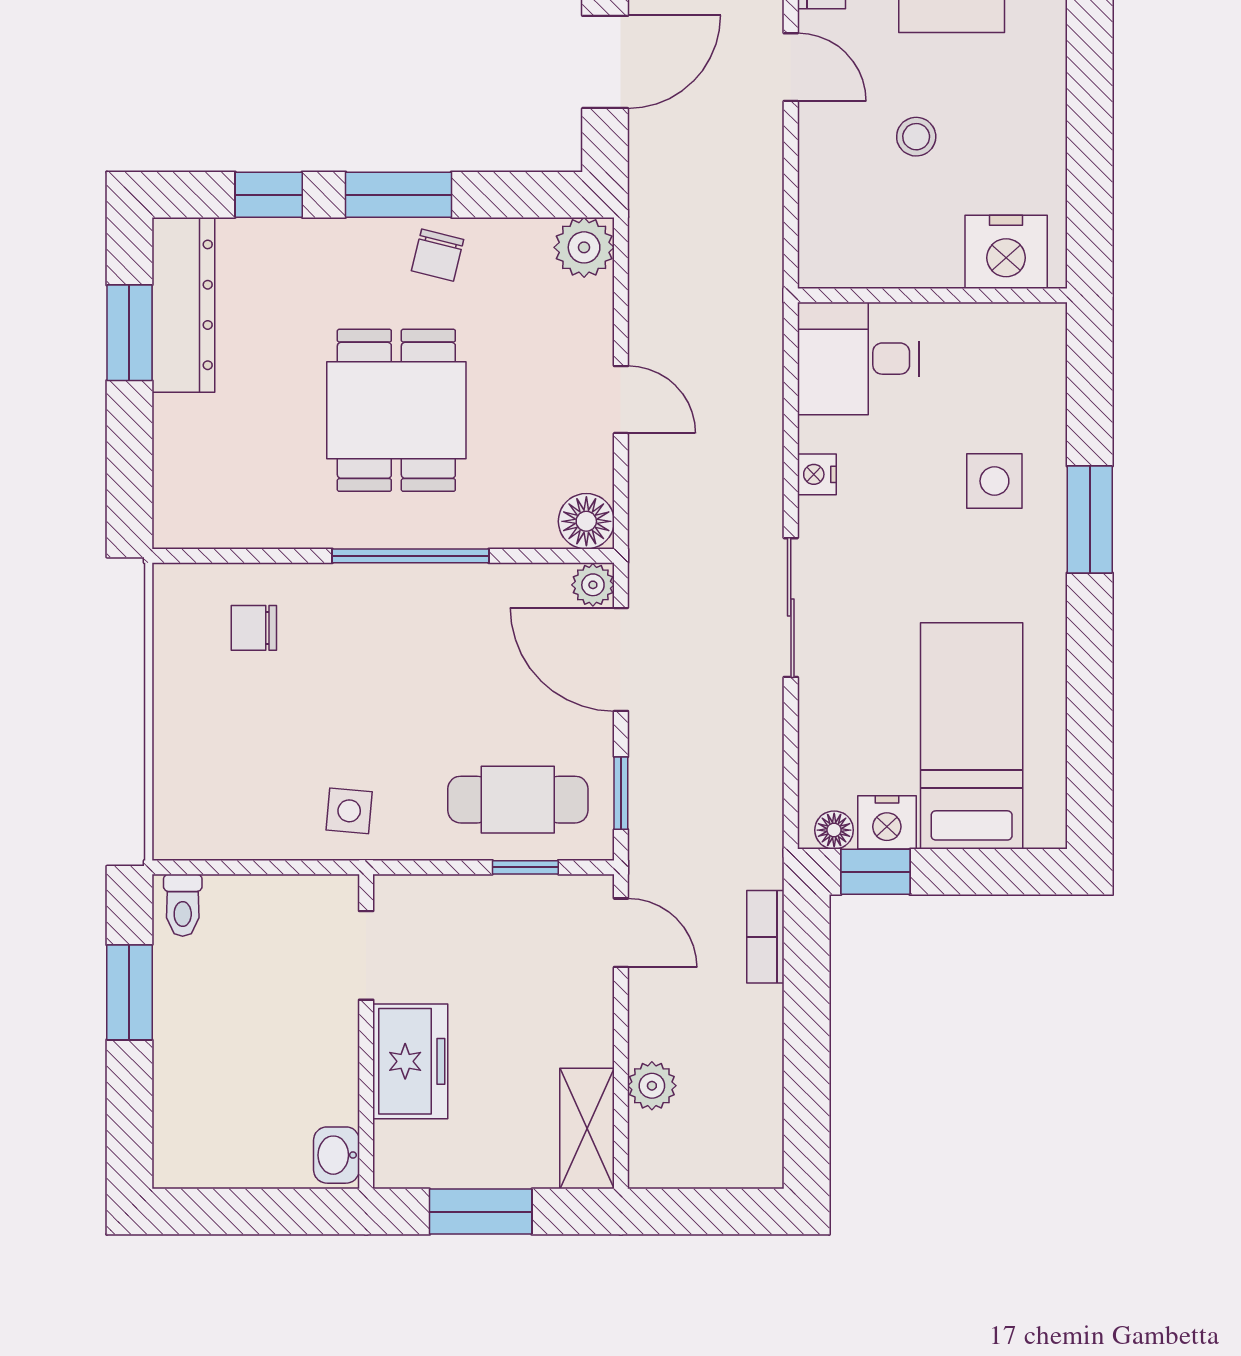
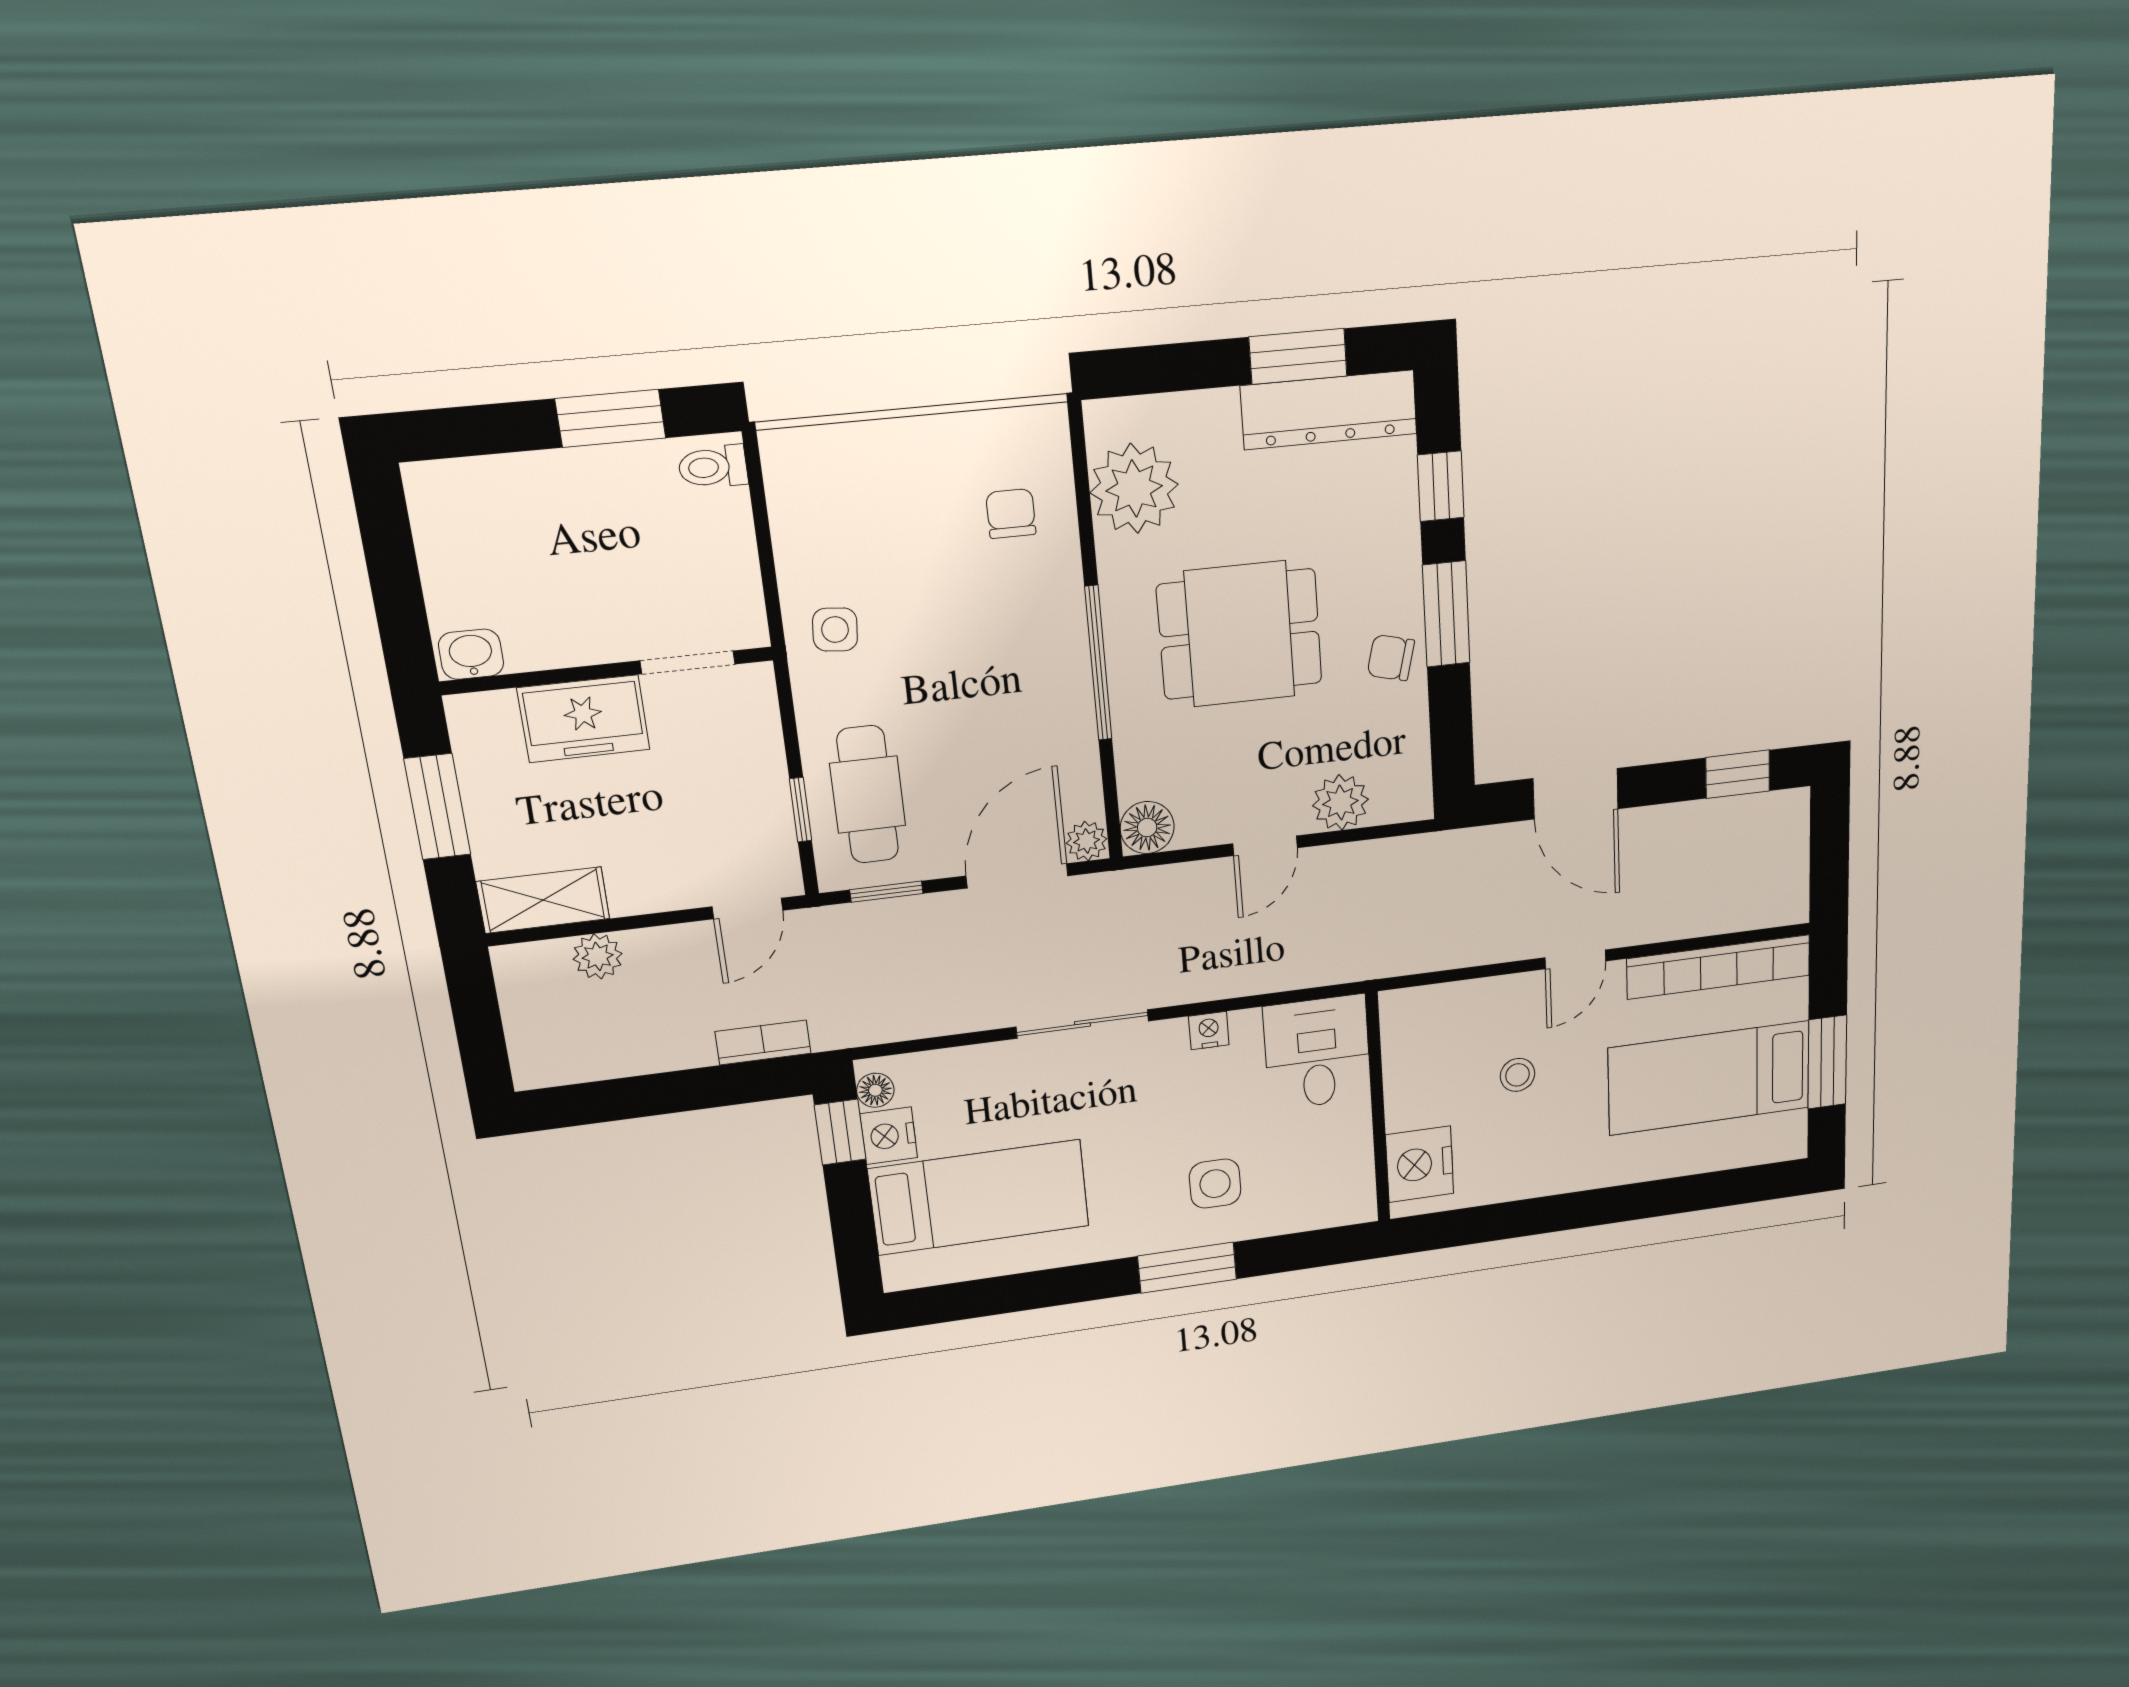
plant: (584, 247) -> (1340, 802), moved
plant: (241, 505) -> (1134, 488), added

